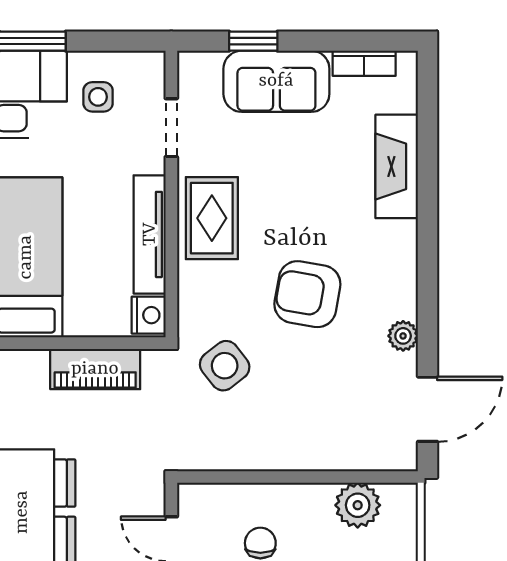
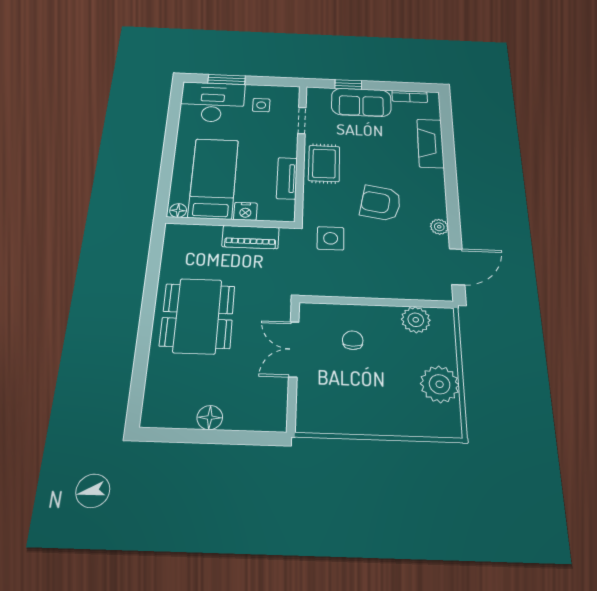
tv unit: (150, 234) -> (287, 178), width x0.71
nightstand: (149, 315) -> (245, 211), moved, turned 90
side table: (225, 366) -> (331, 238), turned 38

